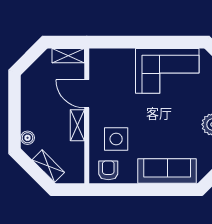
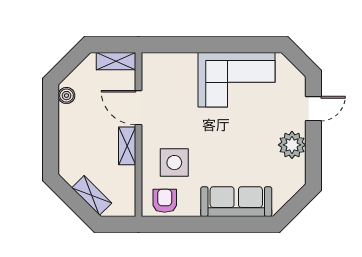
boiler: (28, 138) -> (66, 96), moved

